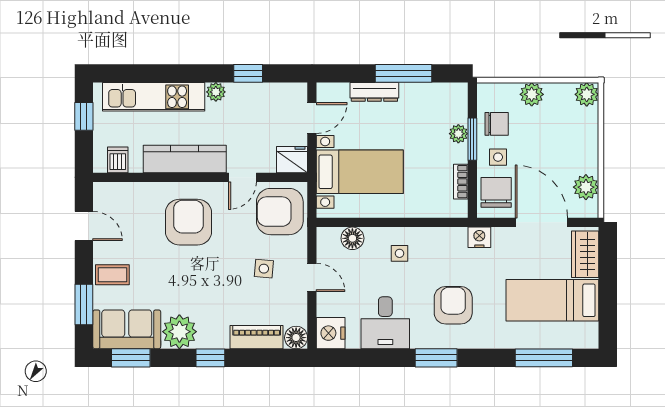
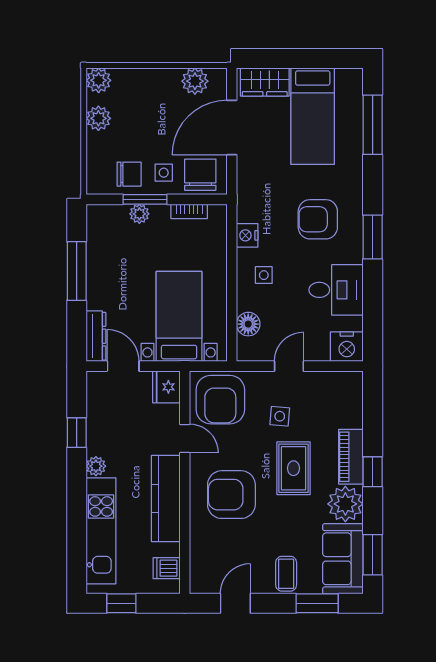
dresser: (374, 92) -> (96, 336), moved
plant: (532, 94) -> (98, 118), moved
chair: (497, 124) -> (129, 174), turned 90
chair: (496, 192) -> (200, 175), turned 90
nightstand: (479, 237) -> (247, 235), moved
rug: (214, 282) -> (294, 468), added
piano: (257, 337) -> (351, 457), moved
floor lamp: (296, 338) -> (351, 383), removed

